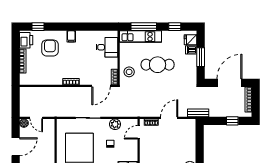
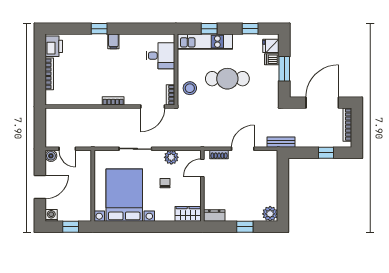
window: (38, 27) -> (99, 29), moved
window: (144, 27) -> (209, 29), width x0.46
armchair: (50, 48) -> (85, 57), removed

